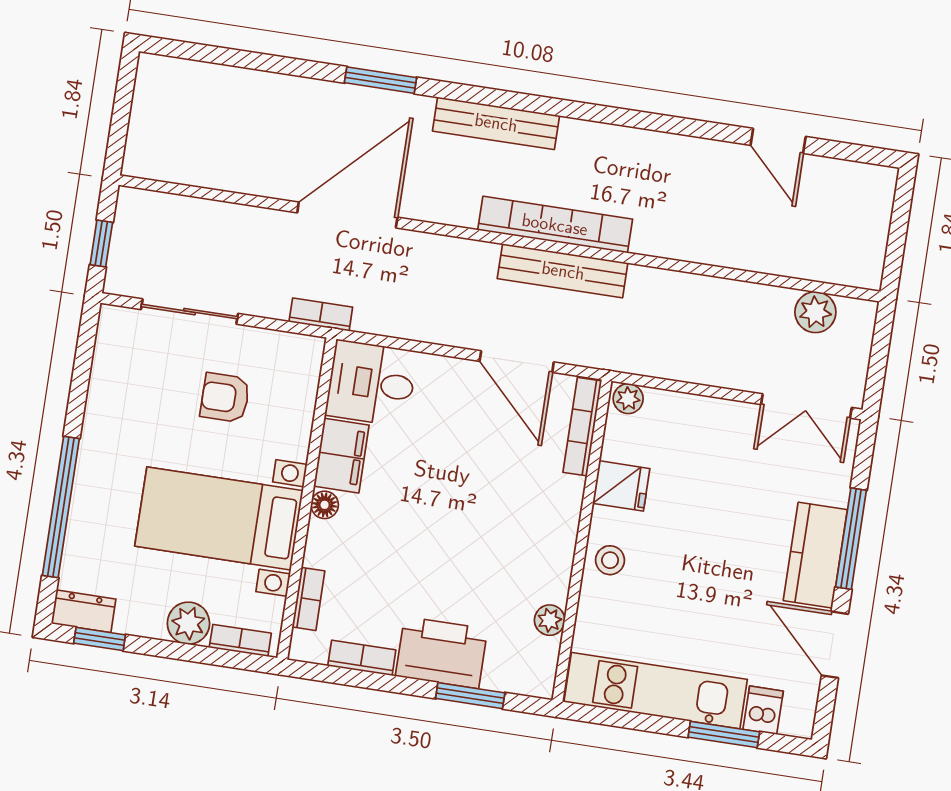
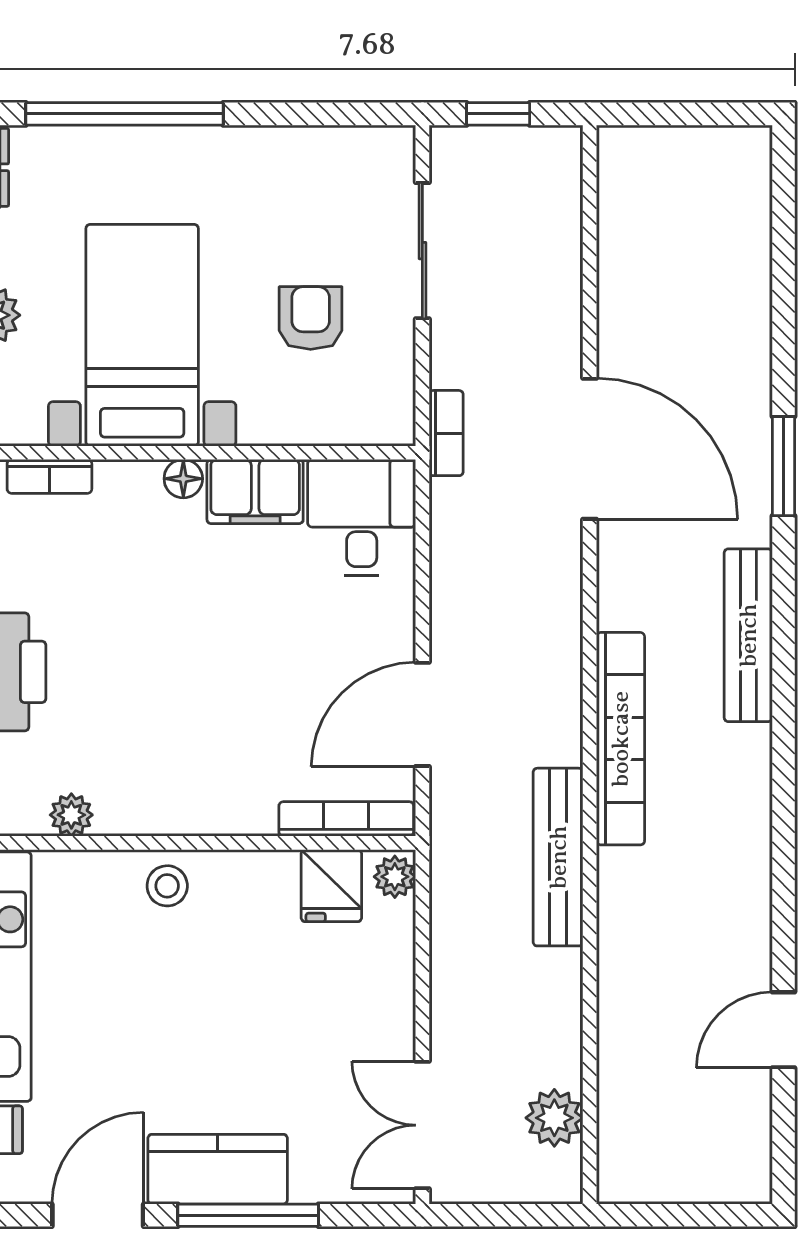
bench: (563, 271) -> (558, 857), moved
fridge: (621, 486) -> (331, 886), moved

